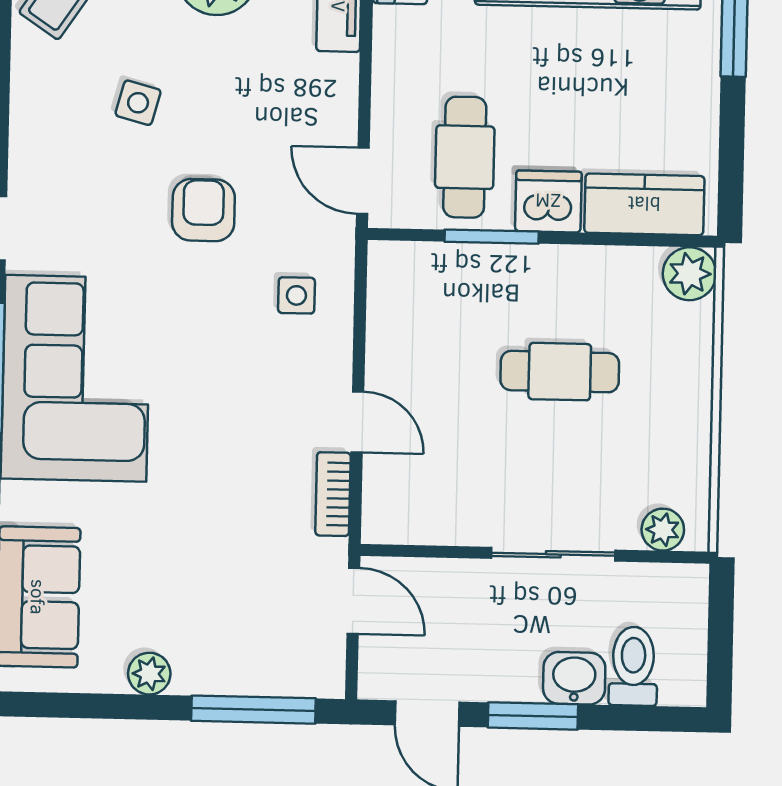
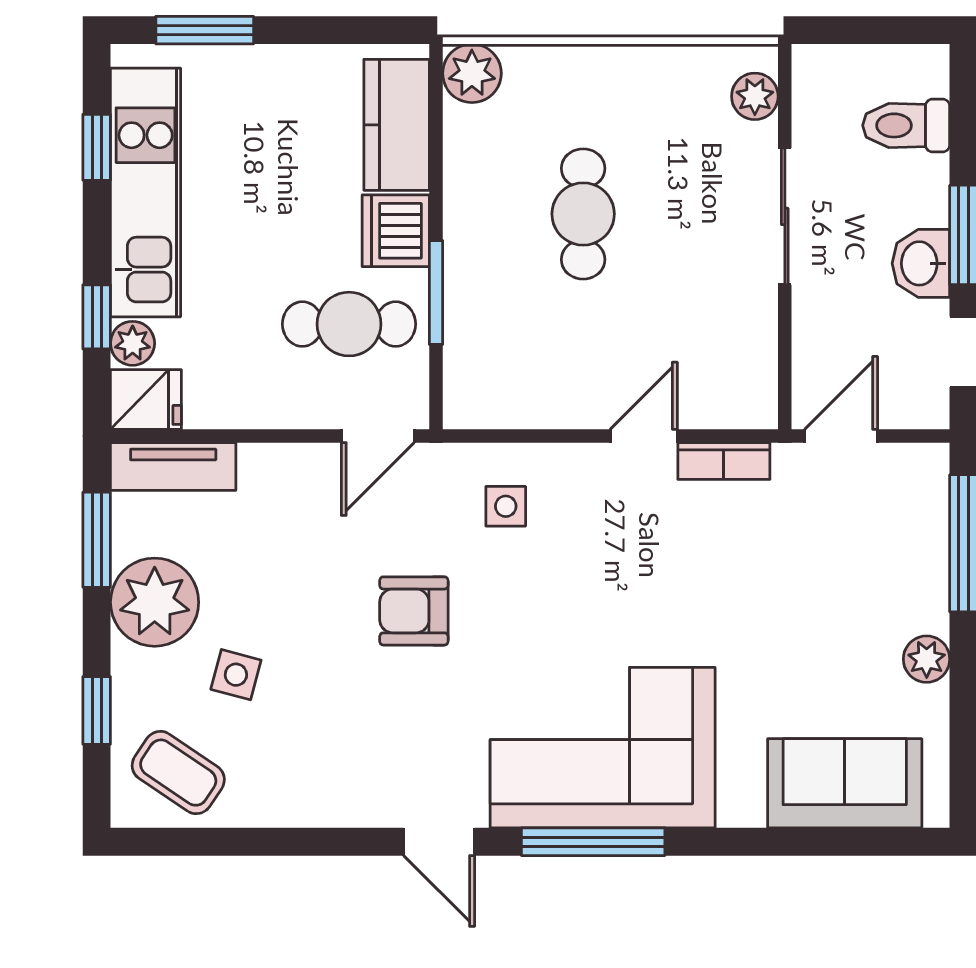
side table: (138, 103) -> (236, 675), moved
washbasin: (574, 678) -> (921, 263), moved

